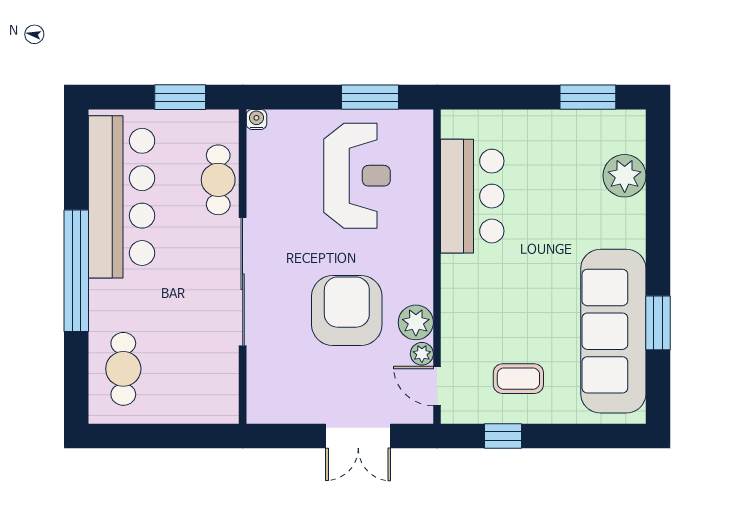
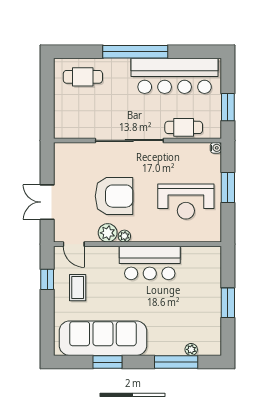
window: (370, 97) -> (228, 188), moved
window: (588, 97) -> (228, 303), moved
plant: (625, 176) -> (191, 349), width x0.53, depth x0.53
window: (658, 194) -> (176, 362), added
bar counter: (472, 196) -> (150, 263), moved
plant: (422, 354) -> (124, 236), moved
door: (437, 386) -> (74, 244), swing flipped

